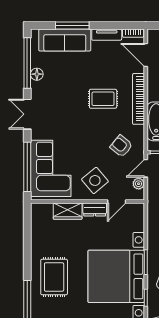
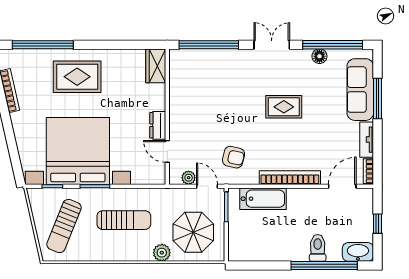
rug: (103, 99) -> (284, 107), moved, turned 90
armchair: (121, 146) -> (233, 157), turned 64
corner sofa: (51, 168) -> (207, 73), removed
side table: (95, 180) -> (192, 126), removed
wardrobe: (68, 211) -> (156, 66), moved

